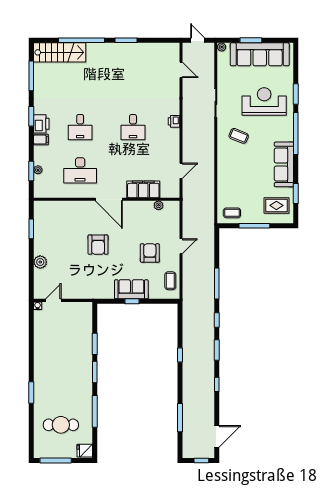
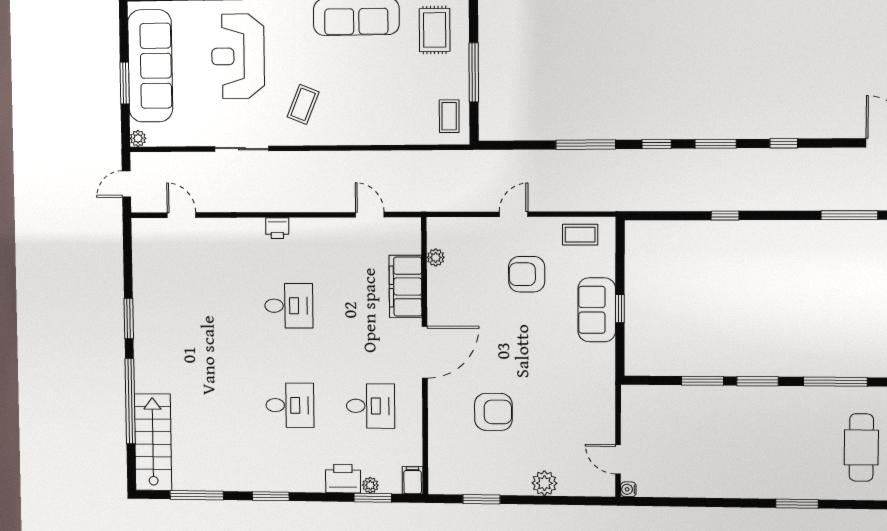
door: (181, 70) -> (182, 215), hinge flipped
printer: (41, 124) -> (343, 479), moved
filing cabinet: (41, 140) -> (413, 480), moved
desk: (80, 170) -> (371, 406), width x0.73
armchair: (98, 245) -> (493, 412), moved
door: (181, 246) -> (514, 214), hinge flipped

